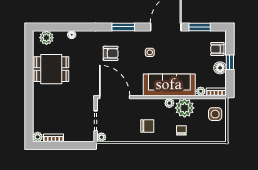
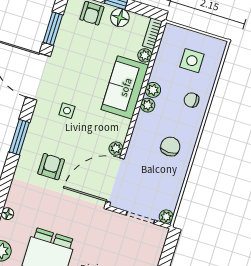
sofa: (169, 85) -> (125, 87), width x0.73
plant: (135, 91) -> (116, 149), added
plant: (185, 108) -> (153, 90), width x0.53, depth x0.53
side table: (215, 114) -> (192, 61), moved

